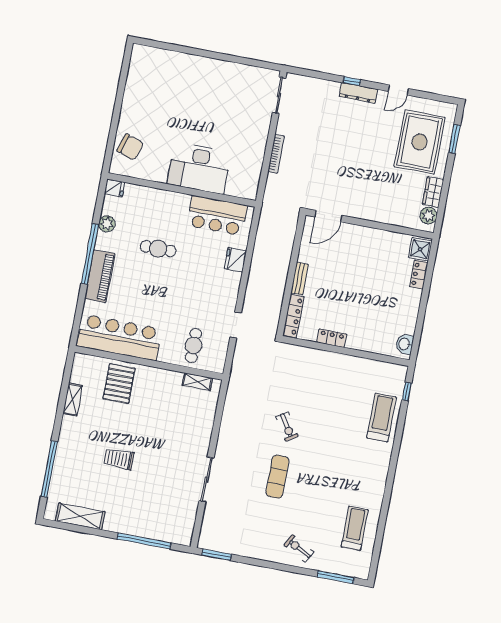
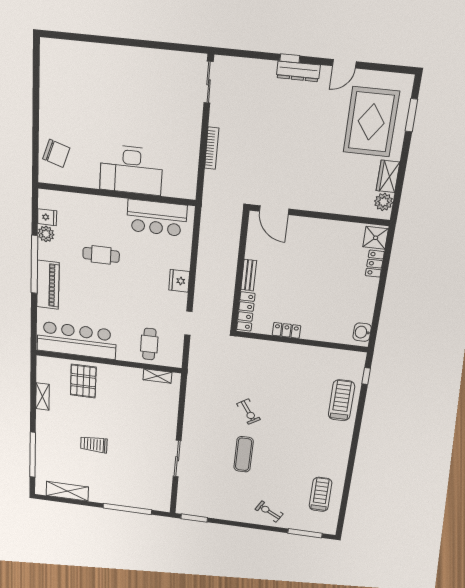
fridge: (115, 188) -> (47, 217), moved
door: (328, 216) -> (274, 210), hinge flipped
fridge: (235, 260) -> (179, 281), moved

